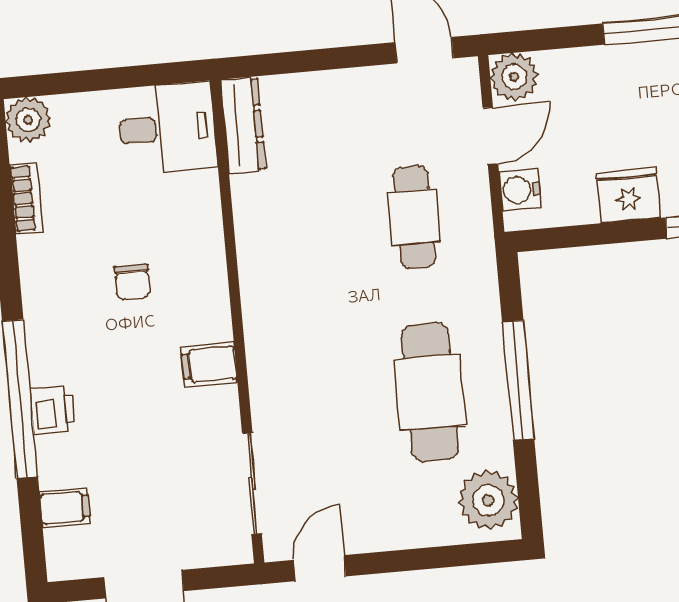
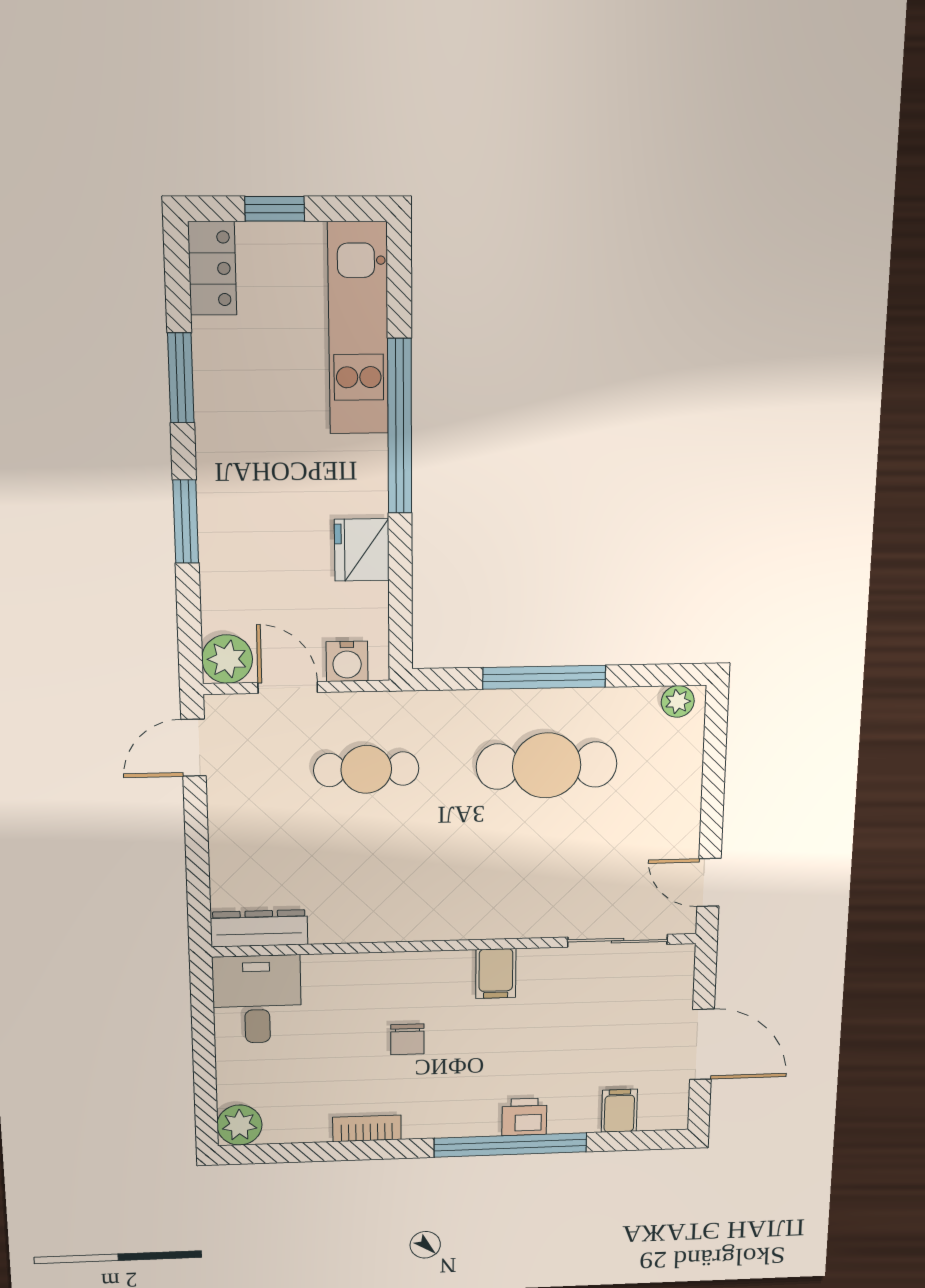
bookcase: (26, 198) -> (367, 1128), moved
chair: (132, 282) -> (407, 1039), turned 90
plant: (488, 500) -> (678, 701), width x0.53, depth x0.53

